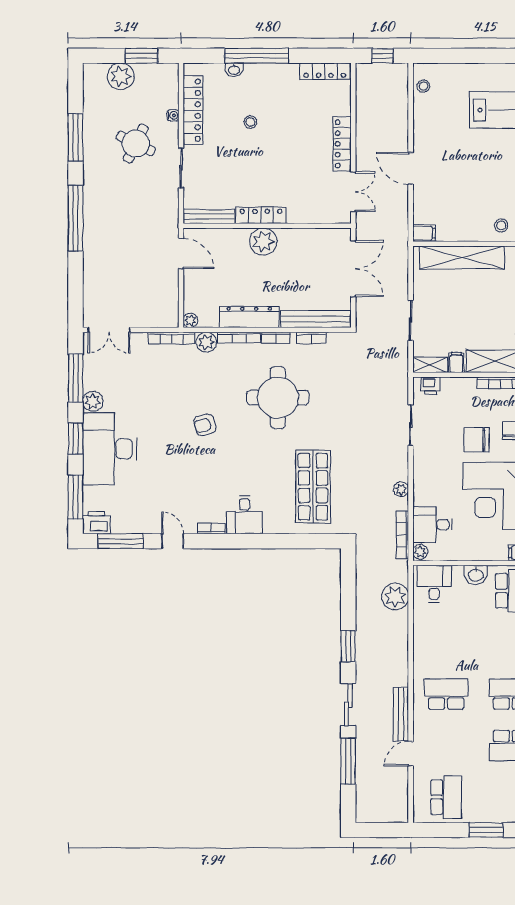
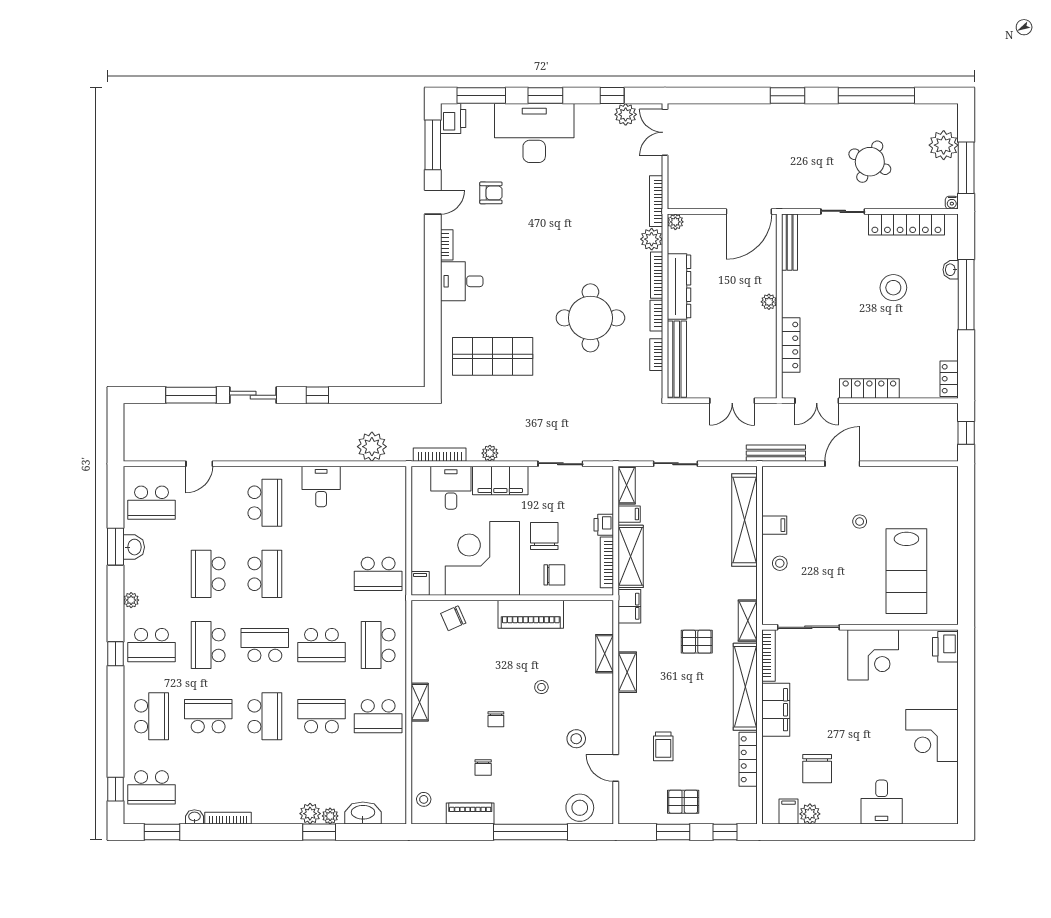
window: (141, 56) -> (966, 168), width x1.44
locker: (325, 71) -> (949, 379), width x0.66
stool: (423, 86) -> (860, 522), moved
water cooler: (173, 115) -> (952, 203), moved
stool: (250, 122) -> (893, 288), width x1.89, depth x1.89
window: (76, 137) -> (876, 96), width x1.46
locker: (261, 215) -> (791, 345), moved
window: (76, 218) -> (788, 96), width x0.47
filing cabinet: (424, 233) -> (774, 525), moved, turned -90
plant: (263, 242) -> (769, 302), width x0.53, depth x0.53
door: (181, 253) -> (749, 211), width x1.36
double door: (353, 269) -> (732, 401), width x0.73
window: (76, 378) -> (612, 96), width x0.46
printer: (431, 386) -> (604, 525), moved
plant: (93, 401) -> (626, 114), moved
armchair: (205, 425) -> (491, 193), moved, turned 105
filing cabinet: (426, 480) -> (500, 480), added
plant: (420, 552) -> (421, 474), removed
washbasin: (476, 575) -> (134, 547), moved, turned 180
desk: (434, 584) -> (321, 486), moved, turned -90
window: (348, 646) -> (317, 395), width x0.67
bench: (401, 714) -> (776, 453), moved
door: (411, 754) -> (199, 464), swing flipped

